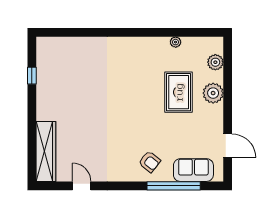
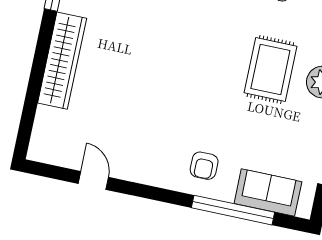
wardrobe: (46, 151) -> (62, 61), moved
armchair: (150, 162) -> (204, 166), turned 52

